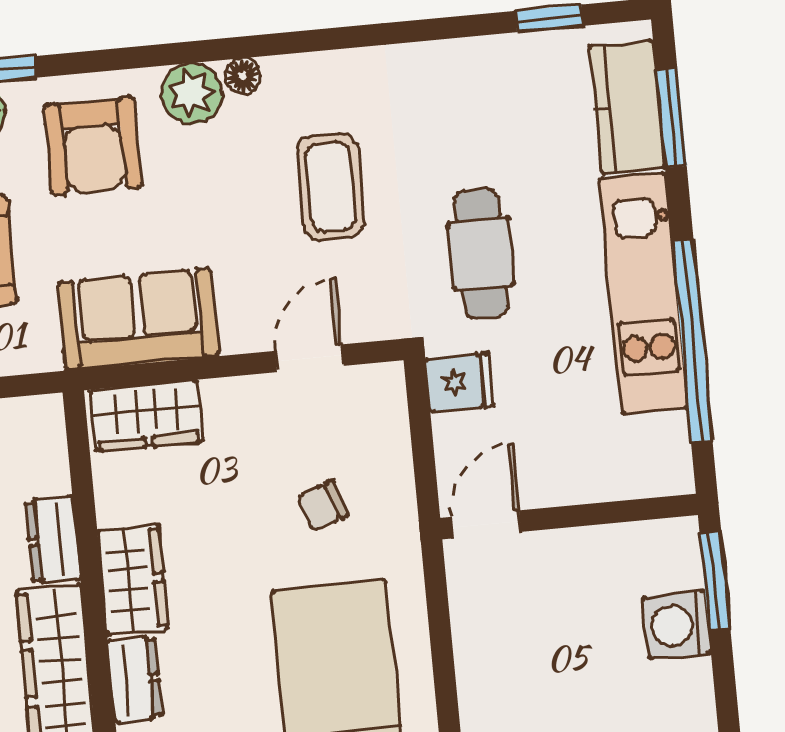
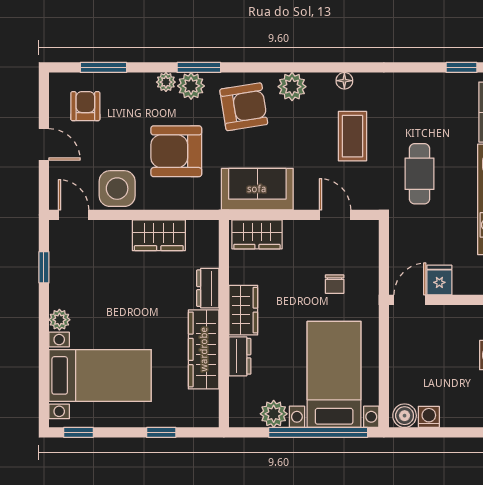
floor lamp: (243, 76) -> (344, 81), moved
armchair: (93, 146) -> (244, 107), turned -99
door: (309, 358) -> (335, 215), hinge flipped
fridge: (459, 382) -> (439, 280), moved, turned -90
chair: (322, 506) -> (335, 284), turned -72

